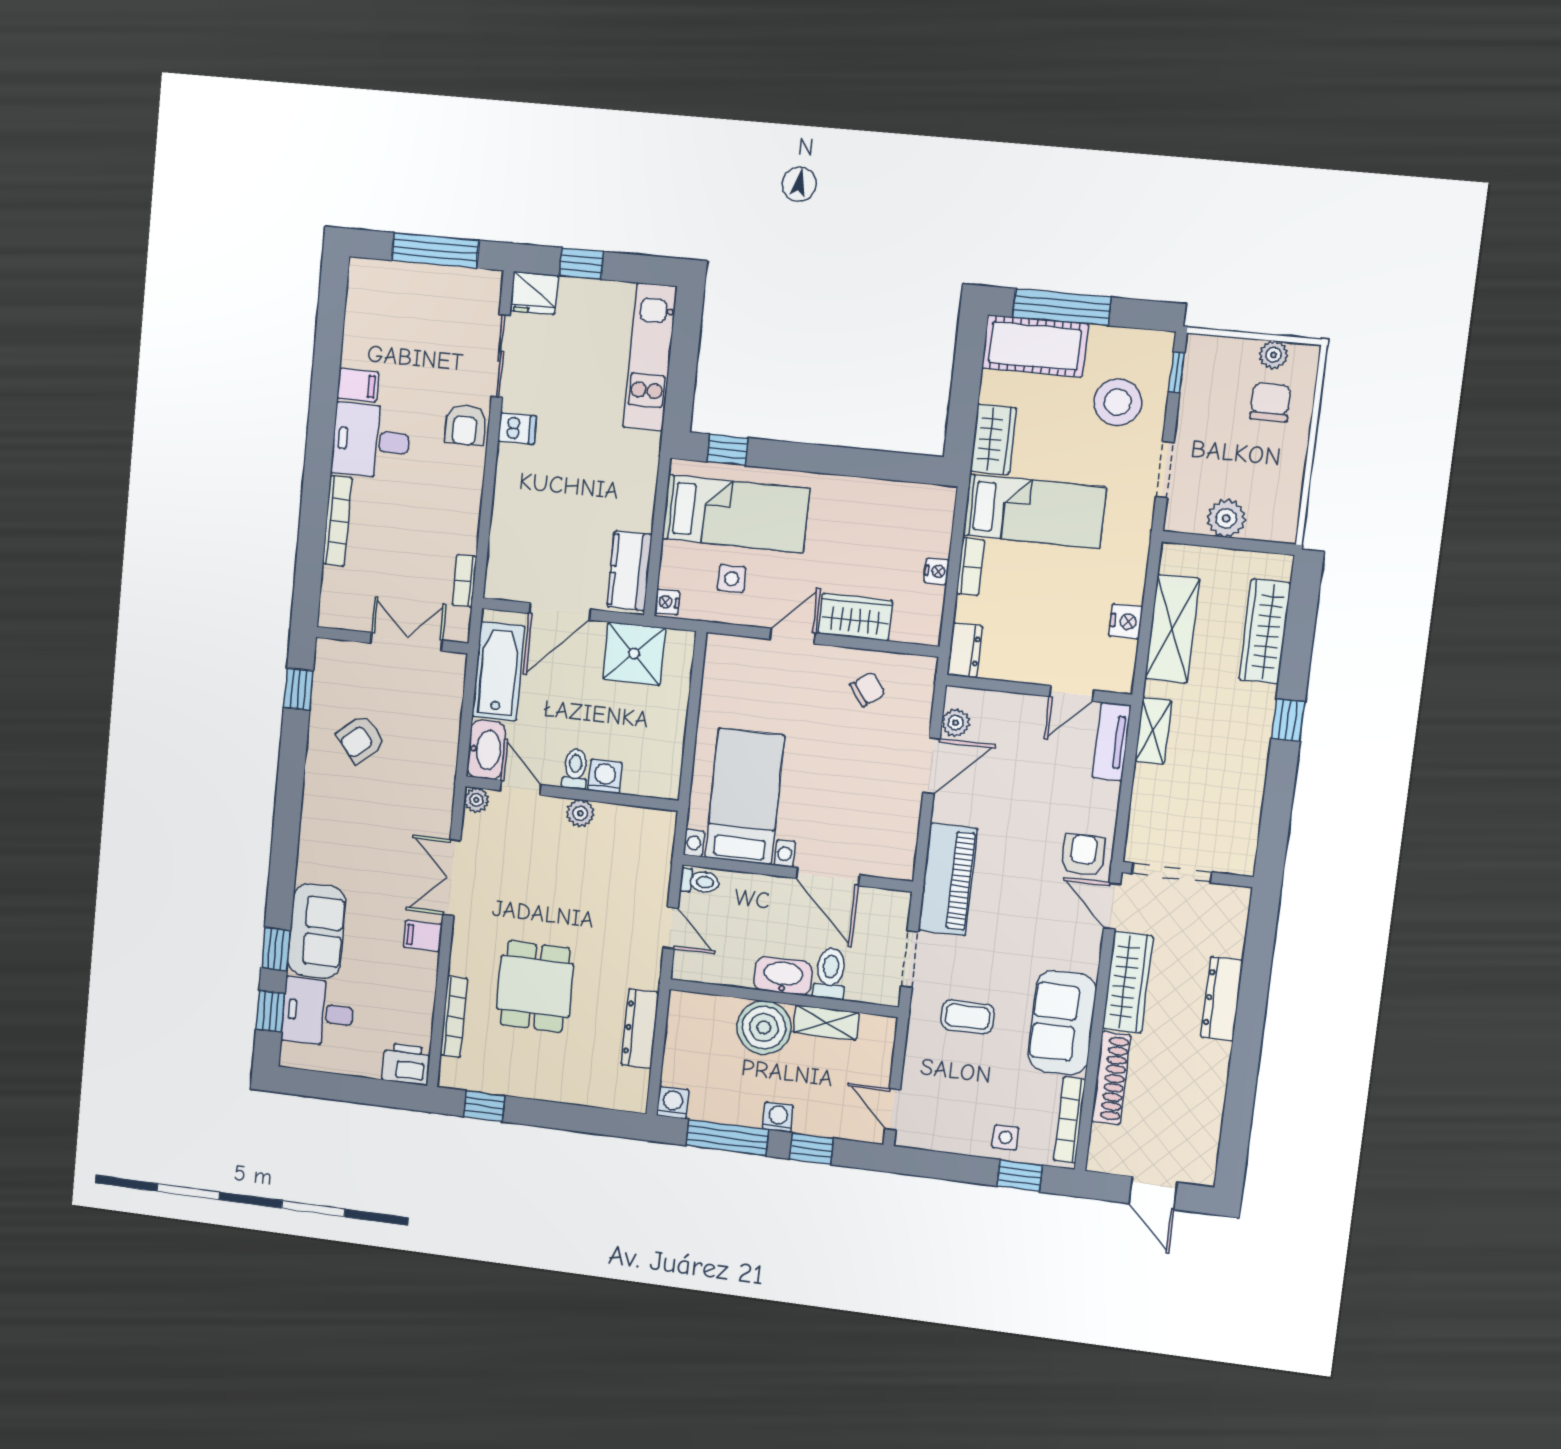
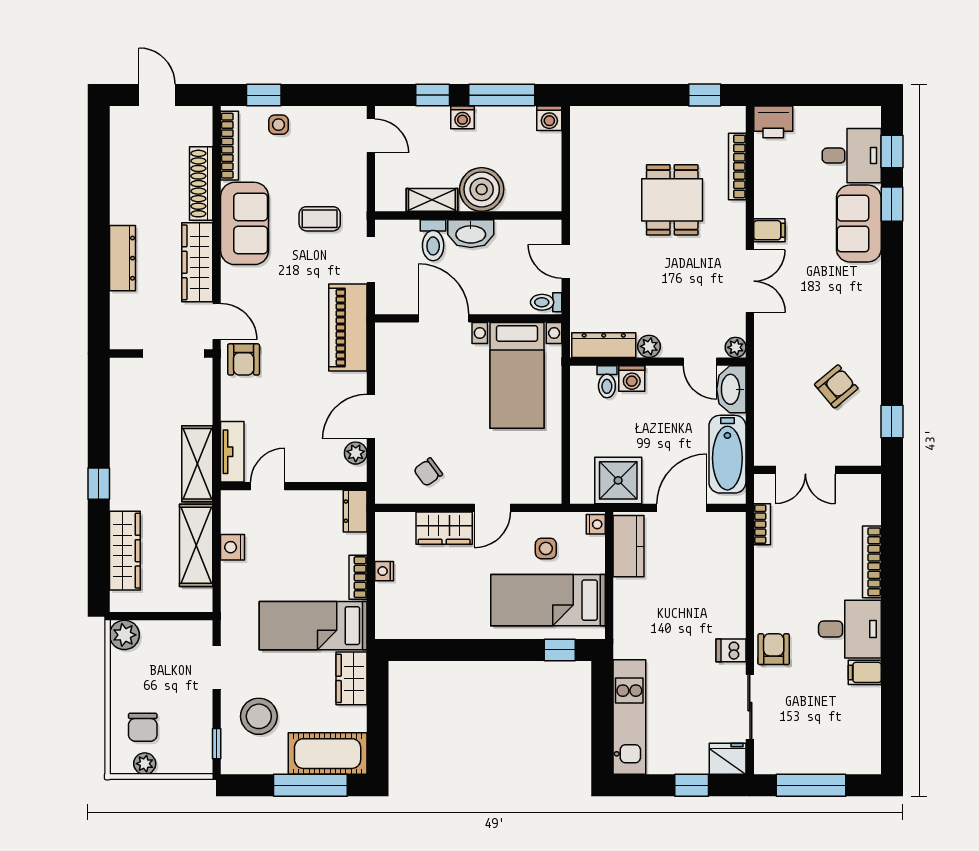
plant: (1226, 518) -> (124, 635), moved
shelving: (1153, 731) -> (197, 464), width x1.50, depth x1.33
toilet: (575, 769) -> (607, 382), moved
dresser: (640, 1028) -> (604, 345), moved, turned -90

